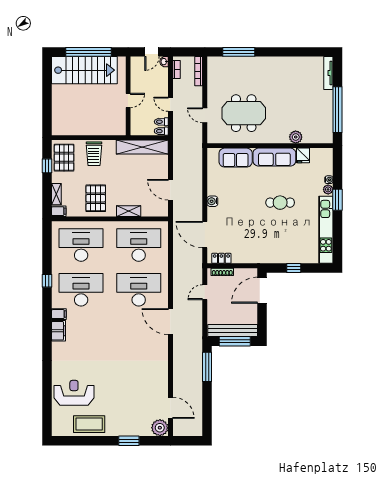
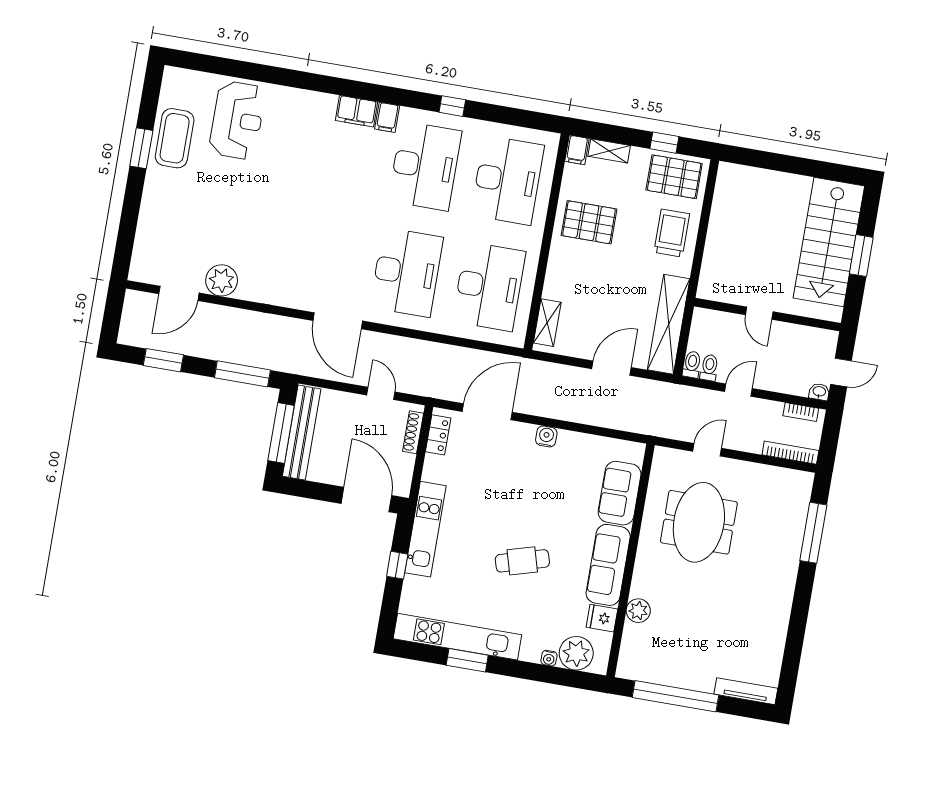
window: (89, 52) -> (861, 256), width x0.47
door: (152, 52) -> (841, 373), swing flipped
trolley: (94, 154) -> (672, 233), turned 90
plant: (328, 189) -> (576, 653), moved, width x1.88, depth x1.88
door: (170, 190) -> (611, 368), moved
window: (337, 200) -> (467, 660), moved
cafe table: (280, 203) -> (522, 561), turned 74
shelving: (129, 211) -> (547, 323), moved
kitchen unit: (272, 256) -> (425, 529), added
door: (170, 322) -> (338, 321), swing flipped
window: (207, 410) -> (163, 360), added
plant: (160, 428) -> (222, 280), moved
window: (129, 441) -> (141, 148), moved

